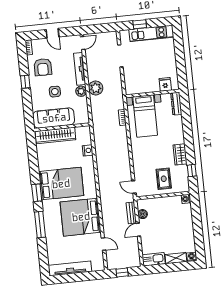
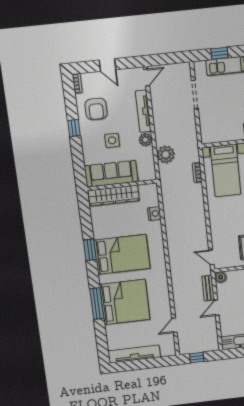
plant: (96, 88) -> (166, 154), moved
window: (37, 193) -> (90, 250), moved
boiler: (143, 214) -> (221, 277), moved
bed: (81, 217) -> (125, 302), moved, turned 180
door: (103, 244) -> (174, 325), swing flipped

